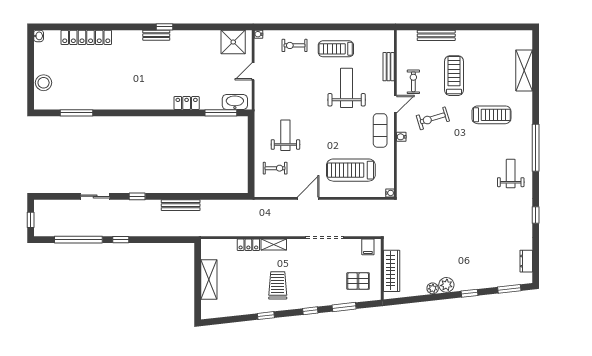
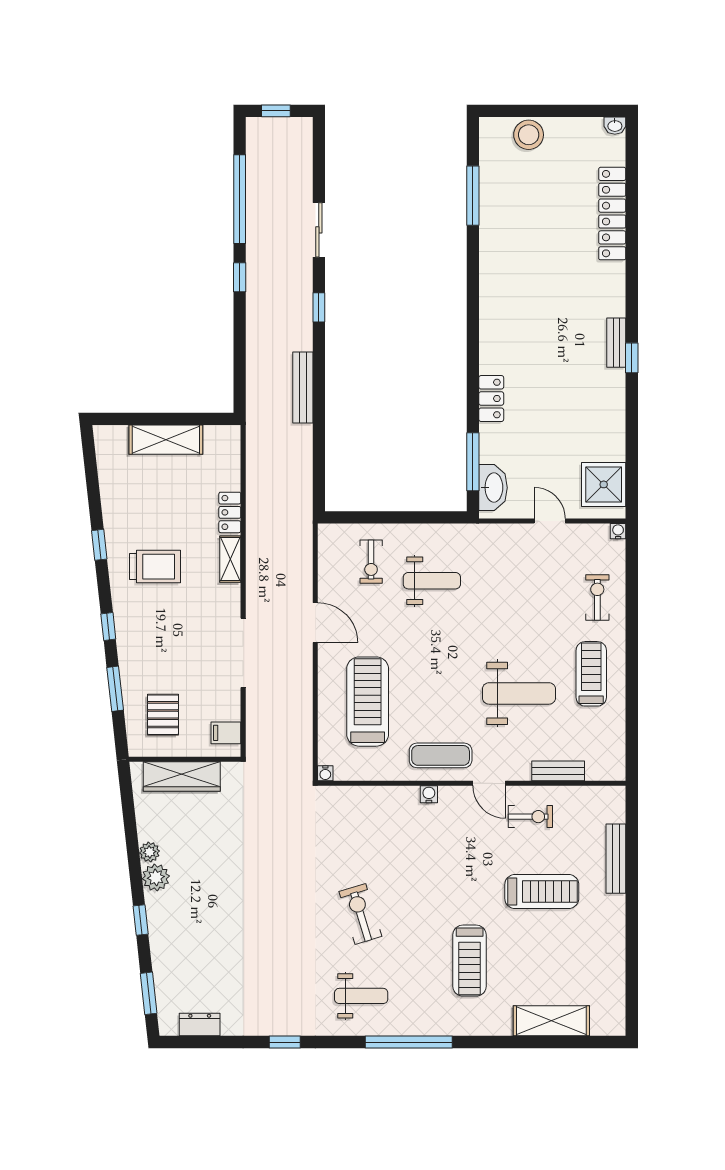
exercise bike: (433, 118) -> (360, 914), moved

